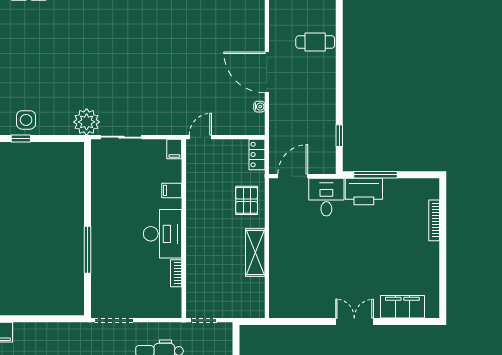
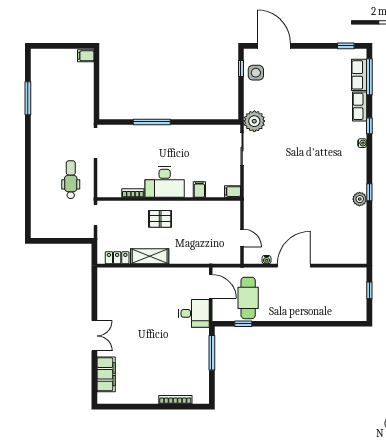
cafe table: (315, 42) -> (248, 298), moved, width x1.37, depth x1.35
door: (200, 137) -> (242, 238), moved
locker: (257, 155) -> (117, 258), moved
printer: (364, 191) -> (198, 343), removed
pallet: (247, 200) -> (160, 219), moved

